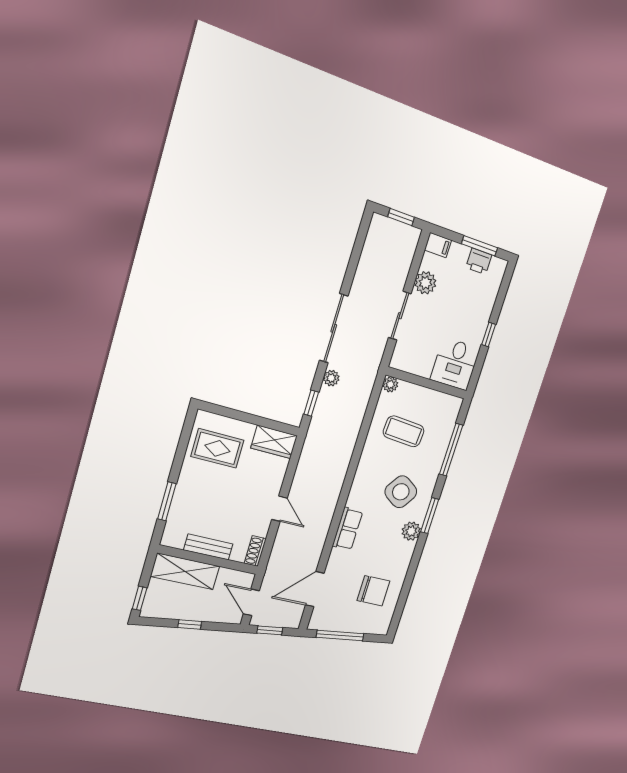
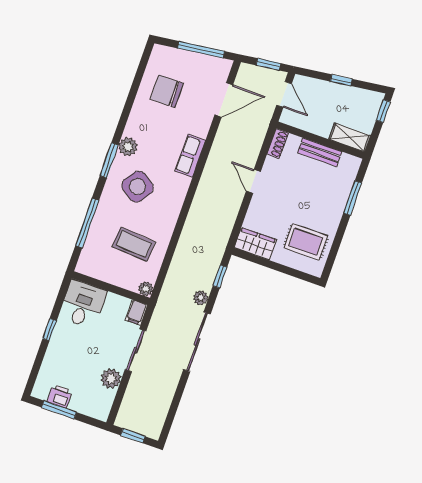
filing cabinet: (438, 245) -> (136, 312), moved, turned -90
shelving: (185, 571) -> (350, 137), width x0.67, depth x0.75

